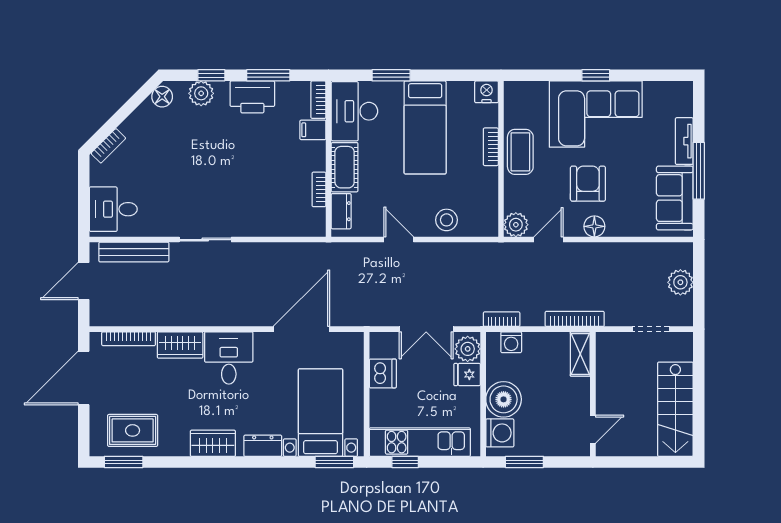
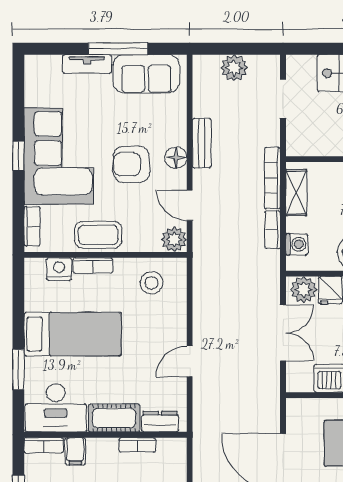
bookcase: (528, 89) -> (32, 226), added
nightstand: (487, 92) -> (59, 269), moved, turned 90
stool: (447, 220) -> (151, 283), moved
bench: (608, 251) -> (202, 143), added
bookcase: (502, 319) -> (273, 230), moved
shelving: (580, 354) -> (296, 193), moved, turned 90

